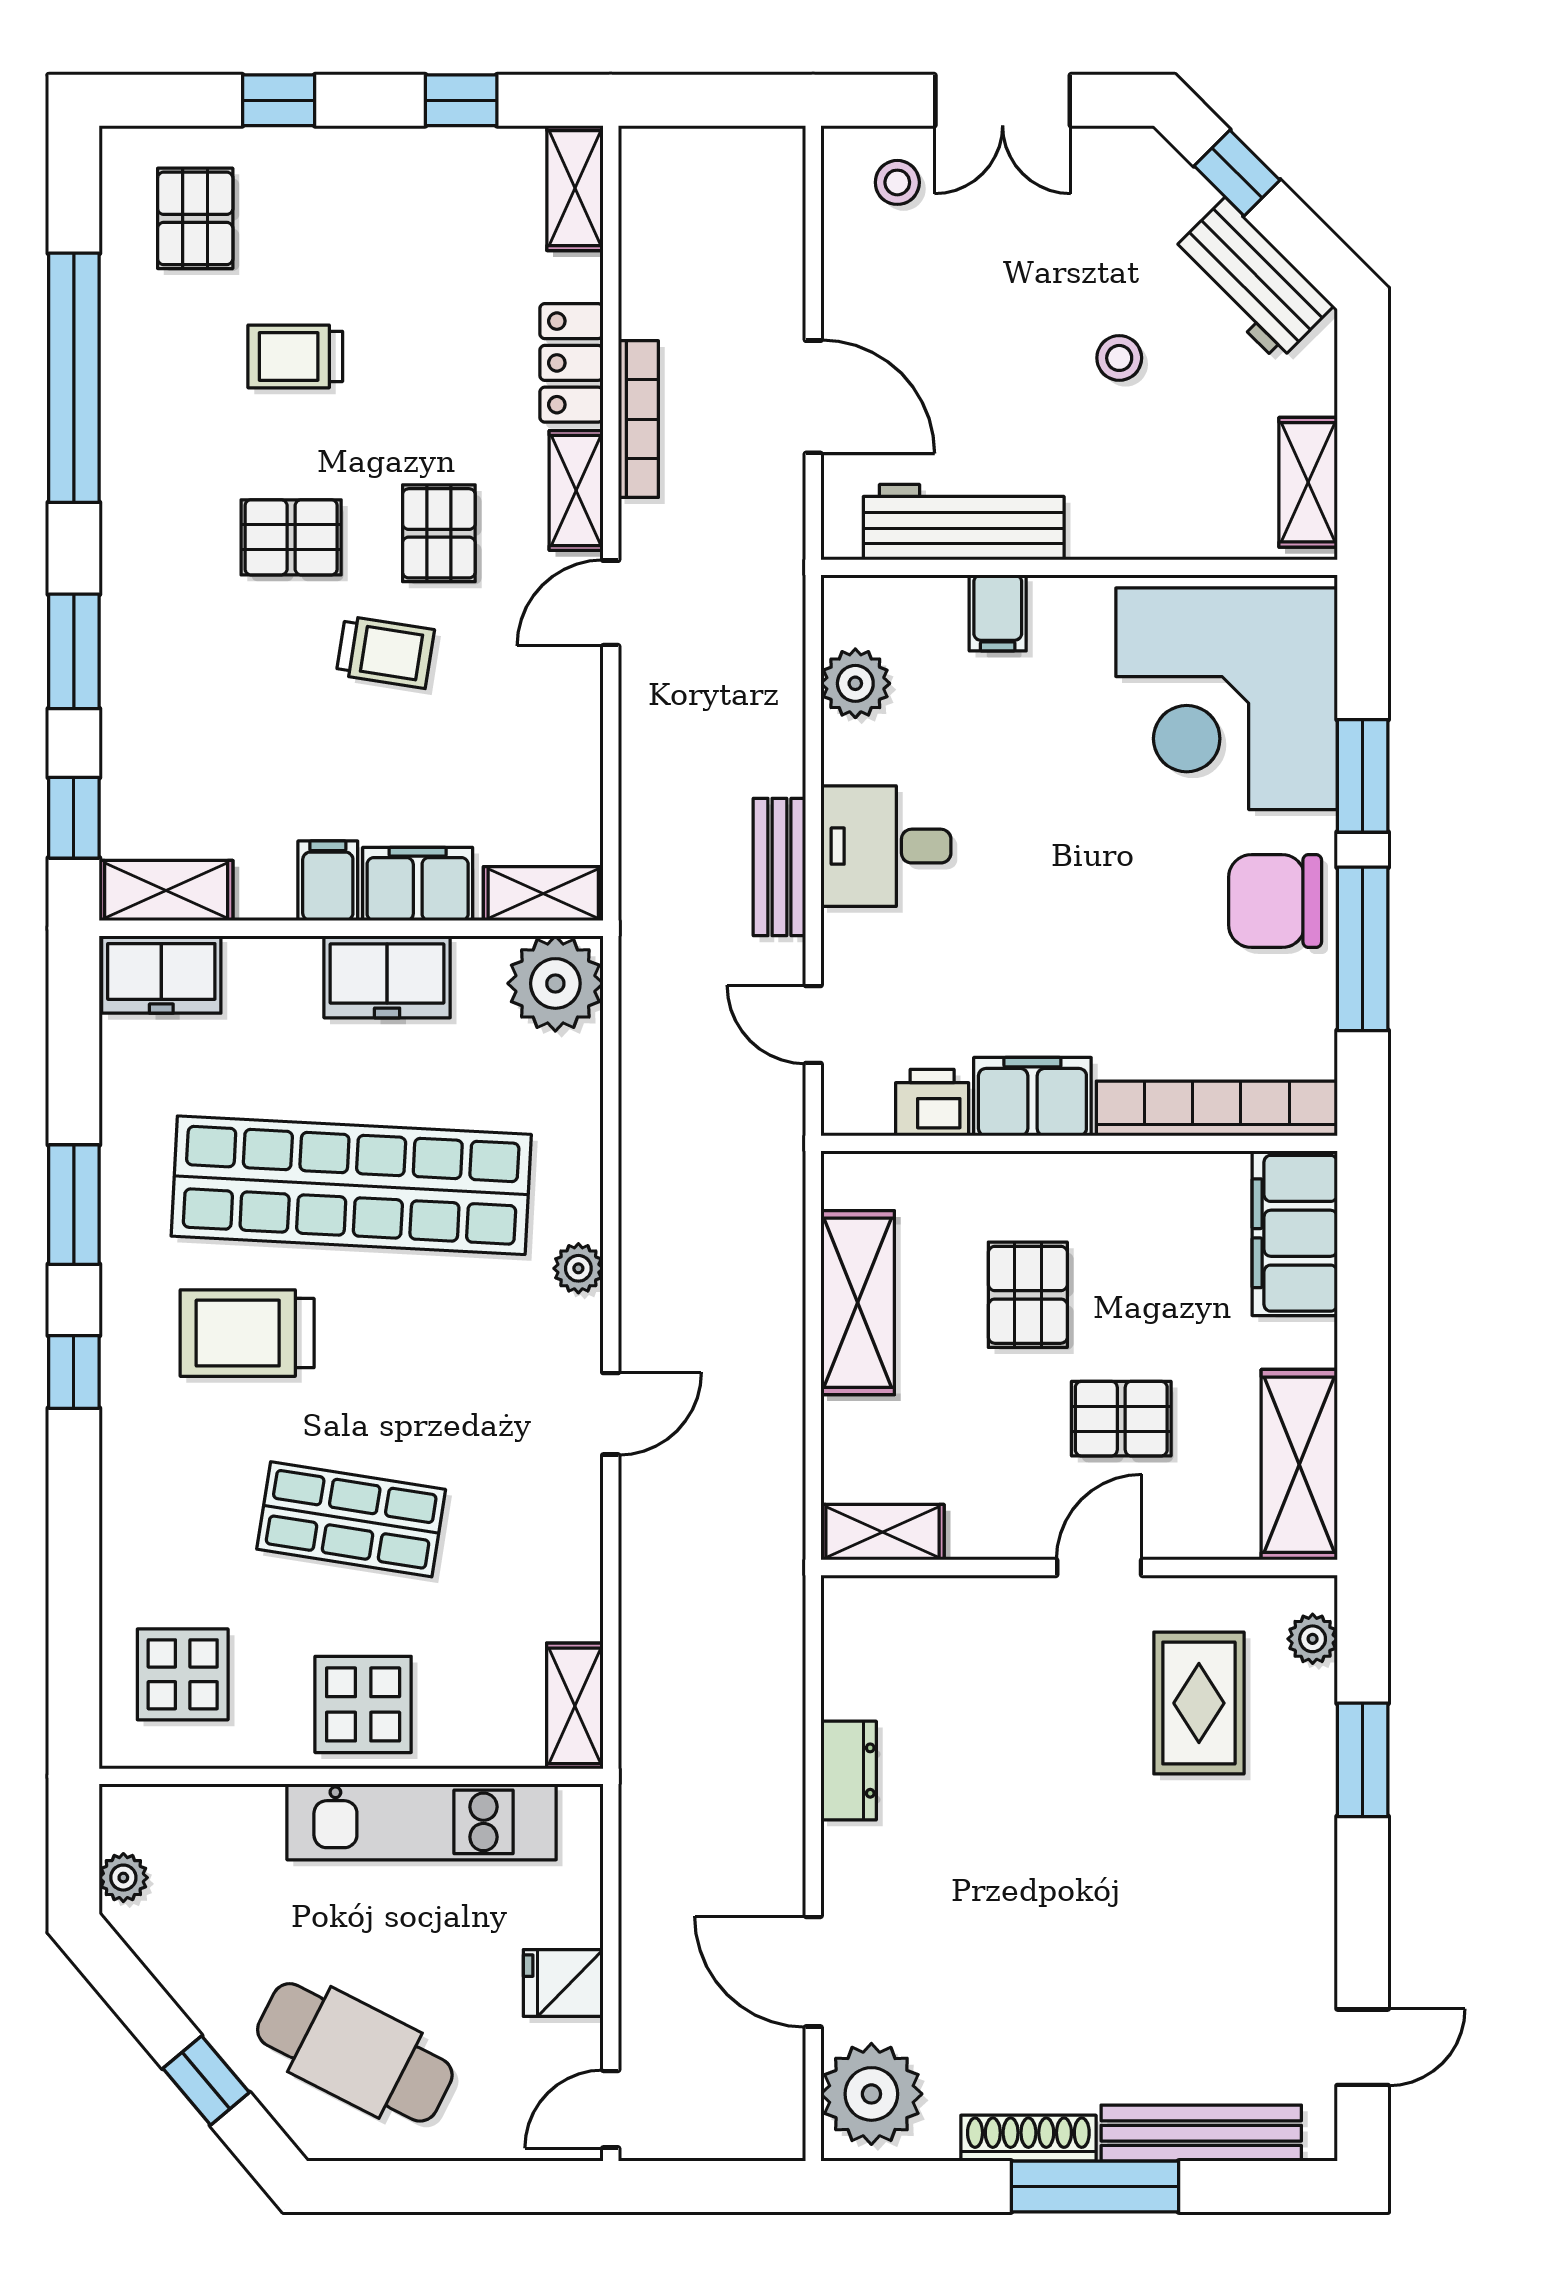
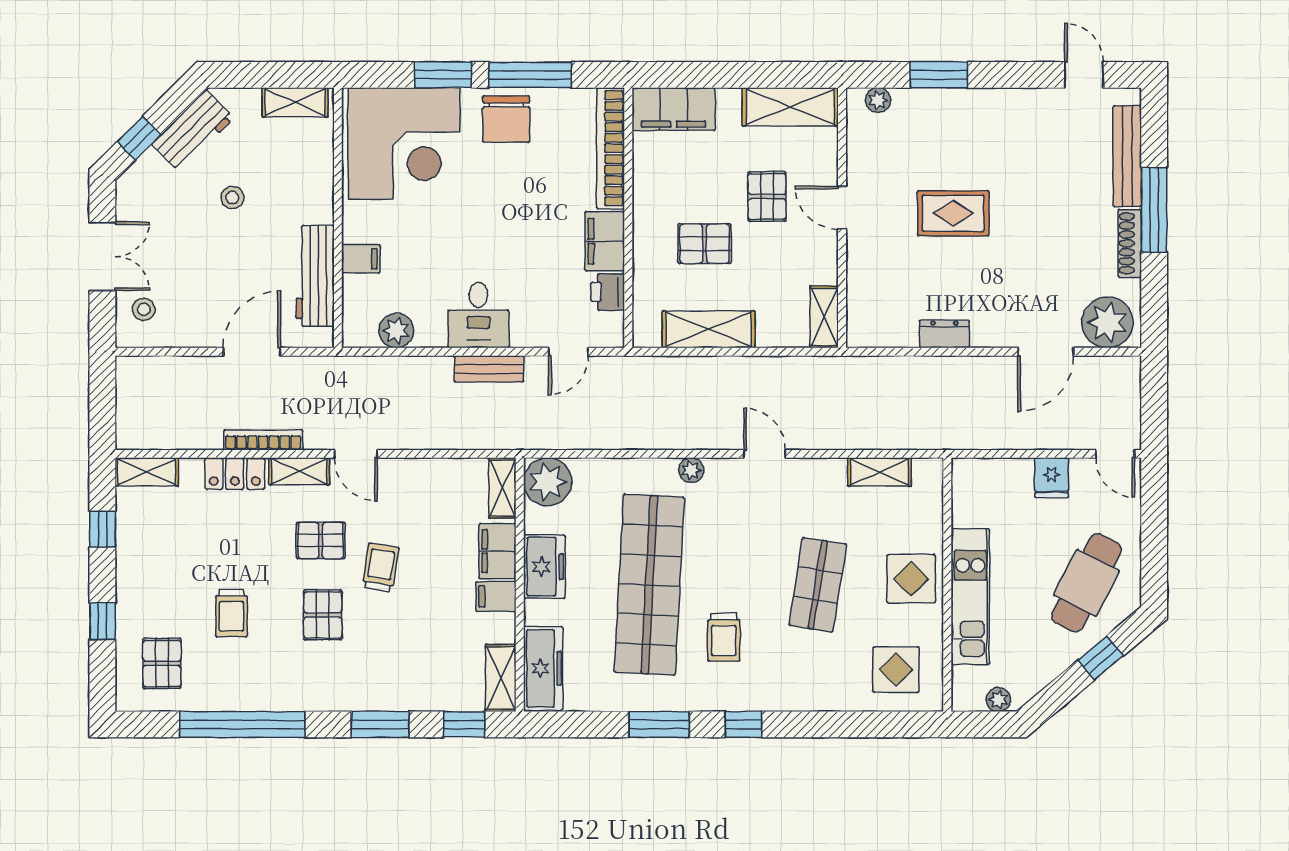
pallet: (195, 218) -> (162, 663), turned 90
freezer: (161, 975) -> (543, 668), width x1.40
trolley: (247, 1333) -> (724, 637), width x0.73, depth x0.72
rug: (1199, 1703) -> (953, 213), moved
shelving: (575, 1706) -> (879, 472), moved
kitchen unit: (422, 1822) -> (970, 597), moved

